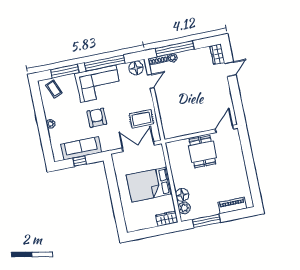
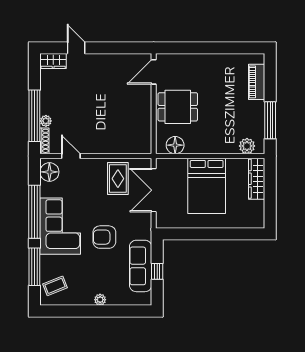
door: (224, 129) -> (154, 72), hinge flipped
floor lamp: (182, 195) -> (175, 145), moved
wardrobe: (167, 219) -> (257, 179), width x1.50

